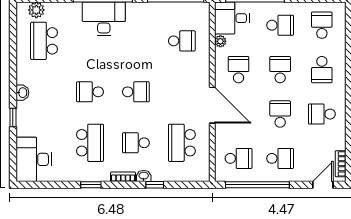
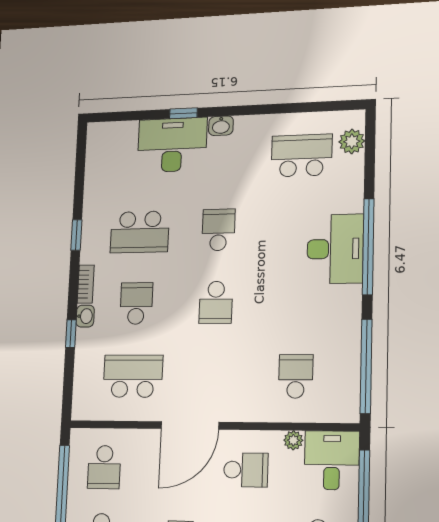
school desk: (182, 41) -> (296, 376), turned 180
desk: (34, 159) -> (172, 145), moved

